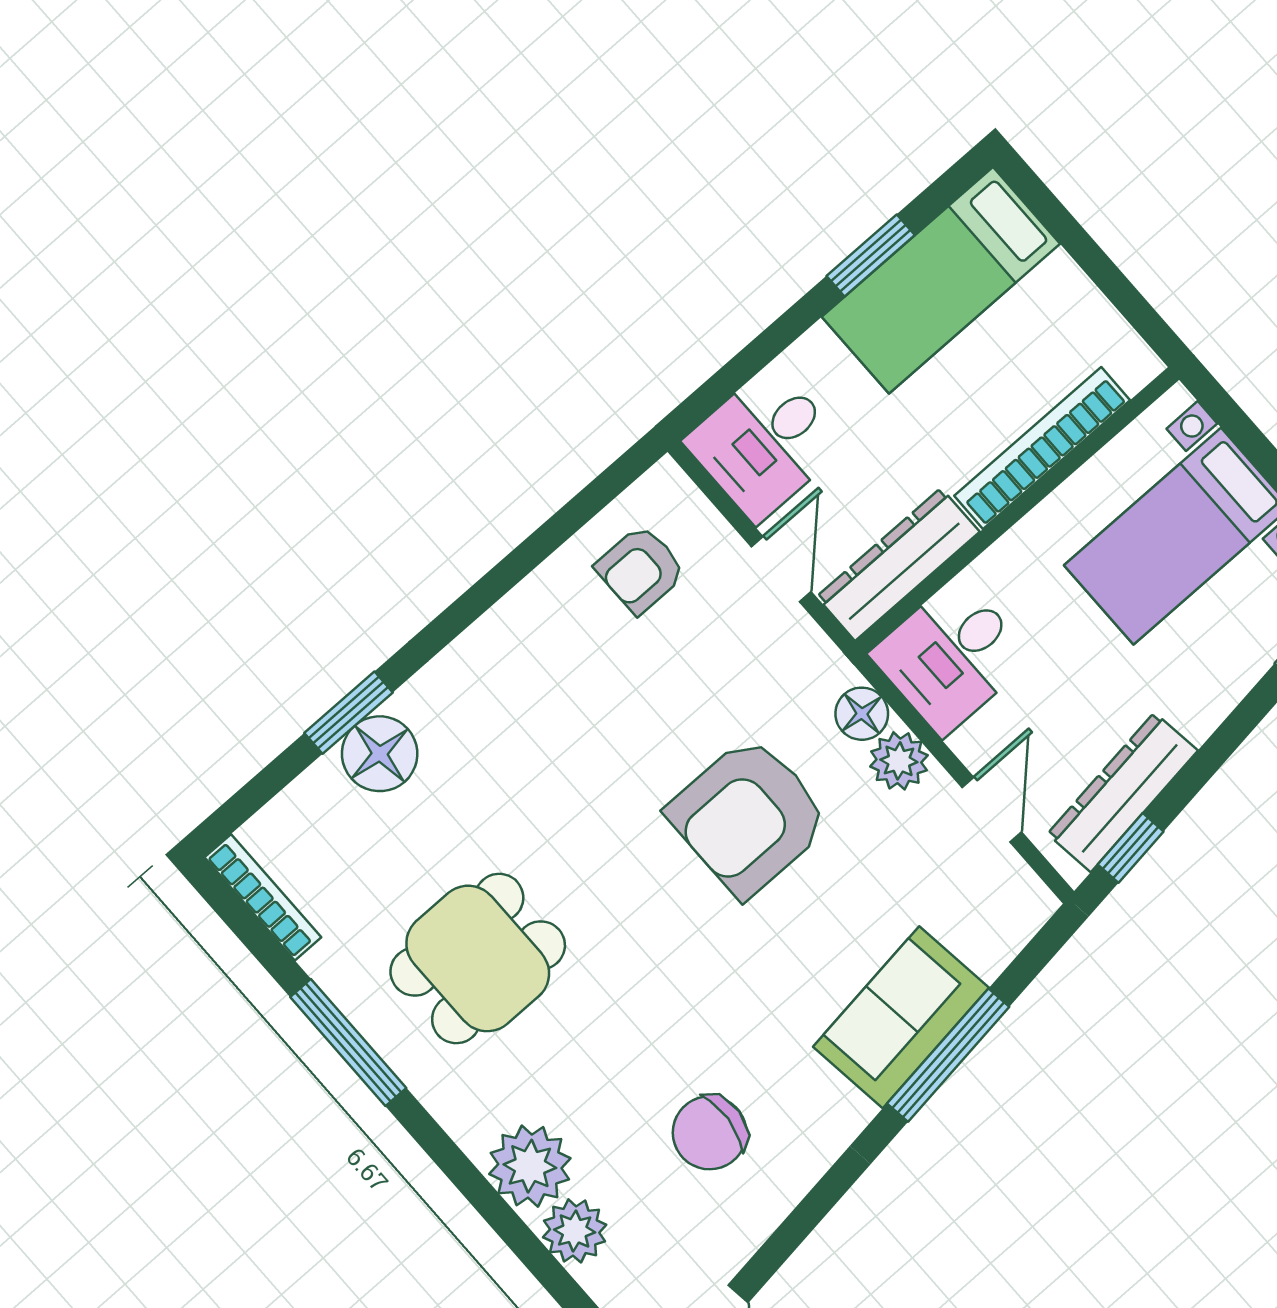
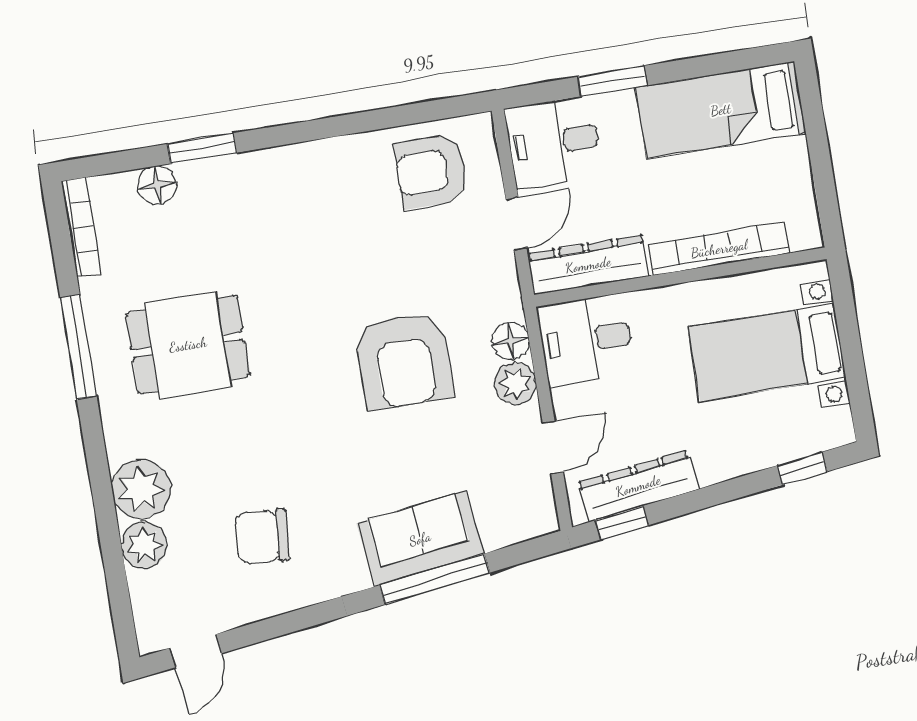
window: (871, 255) -> (613, 81), moved
armchair: (641, 569) -> (432, 171), width x1.38, depth x1.38
floor lamp: (380, 754) -> (157, 185), moved, width x0.73, depth x0.73
armchair: (748, 816) -> (404, 361), turned -90

